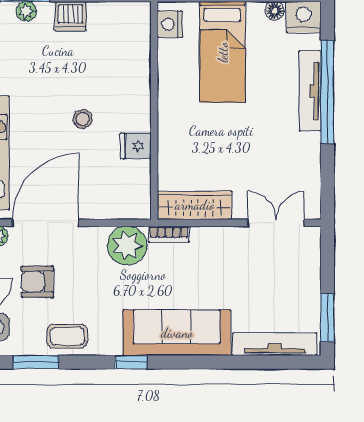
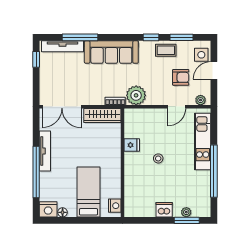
tv unit: (310, 91) -> (45, 151), moved
door: (45, 223) -> (177, 107), width x0.53
double door: (276, 223) -> (62, 107), width x1.37
window: (327, 318) -> (36, 59), width x0.67
window: (131, 362) -> (151, 37), moved
window: (239, 362) -> (80, 37), added

